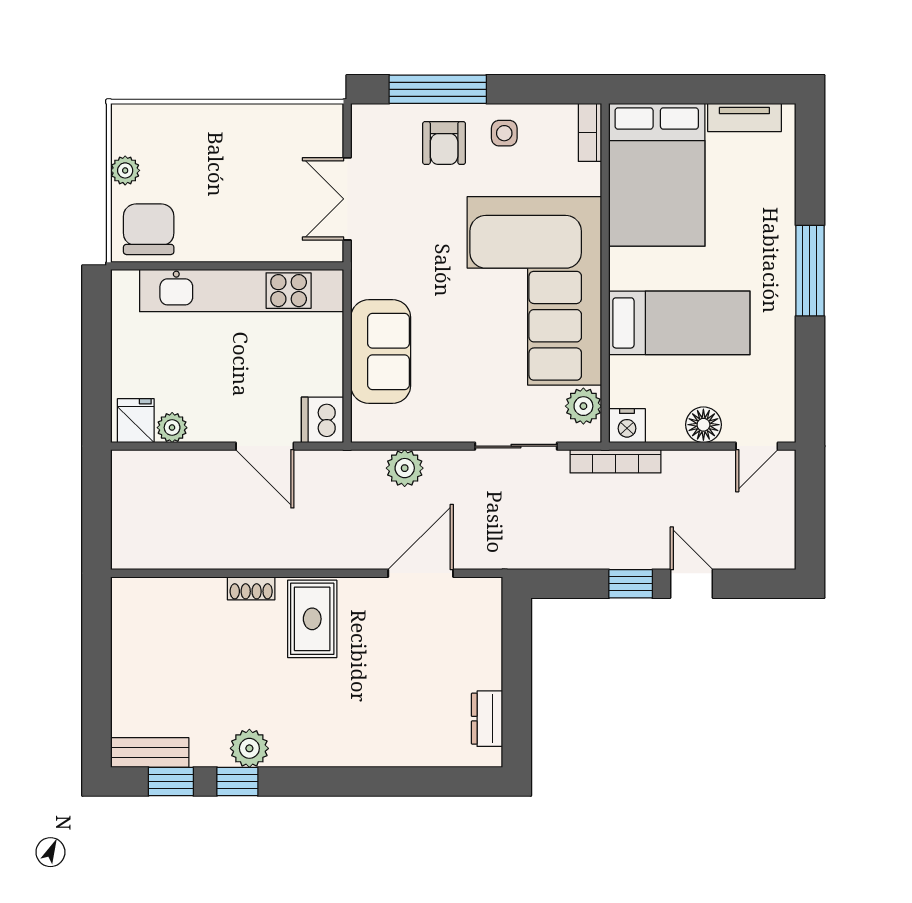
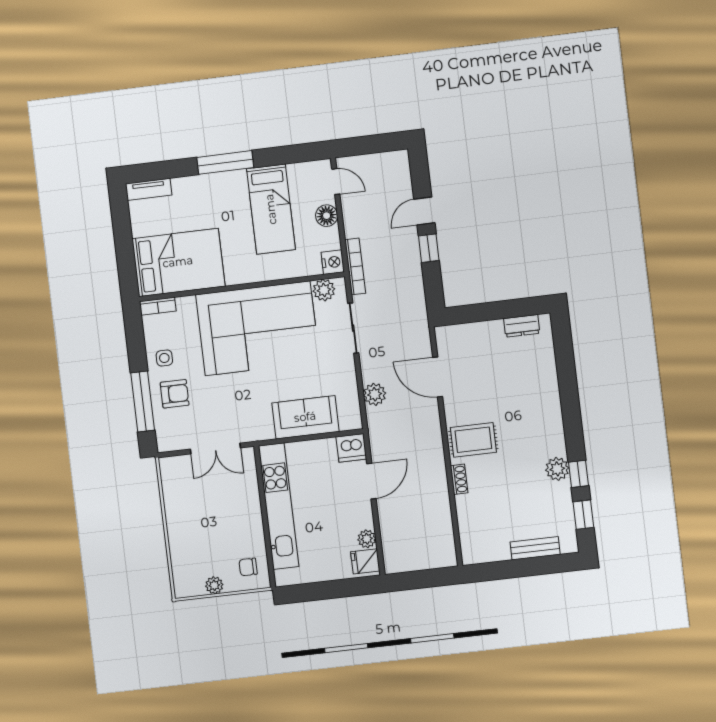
tv unit: (744, 118) -> (149, 189), moved, turned 90
chair: (149, 229) -> (248, 567), width x0.54, depth x0.54
bed: (679, 323) -> (271, 209), moved, turned 180
bench: (150, 753) -> (535, 548), moved, turned 90

